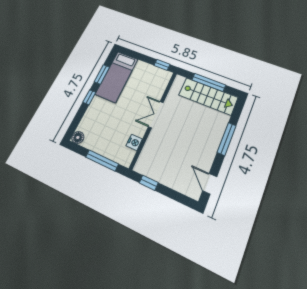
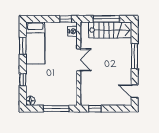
window: (89, 97) -> (23, 80), moved
double door: (156, 115) -> (79, 60), swing flipped
nightstand: (134, 142) -> (73, 31), moved

